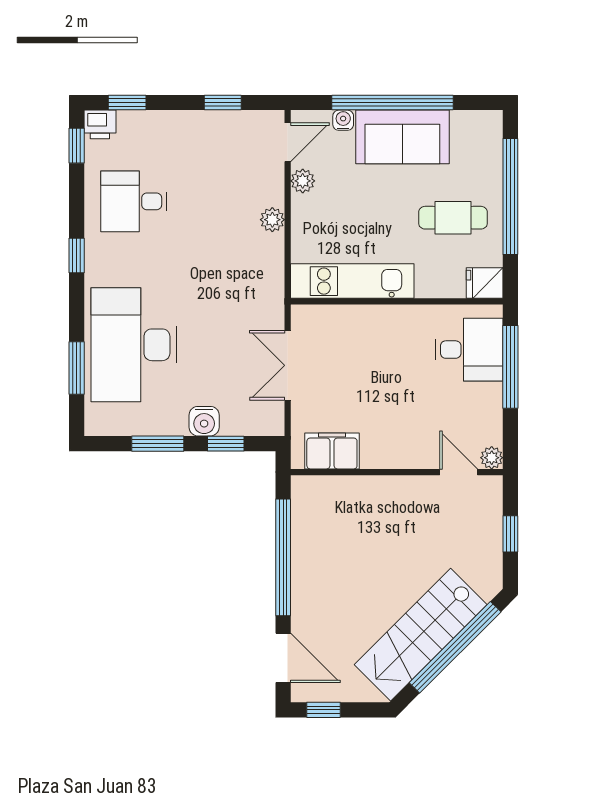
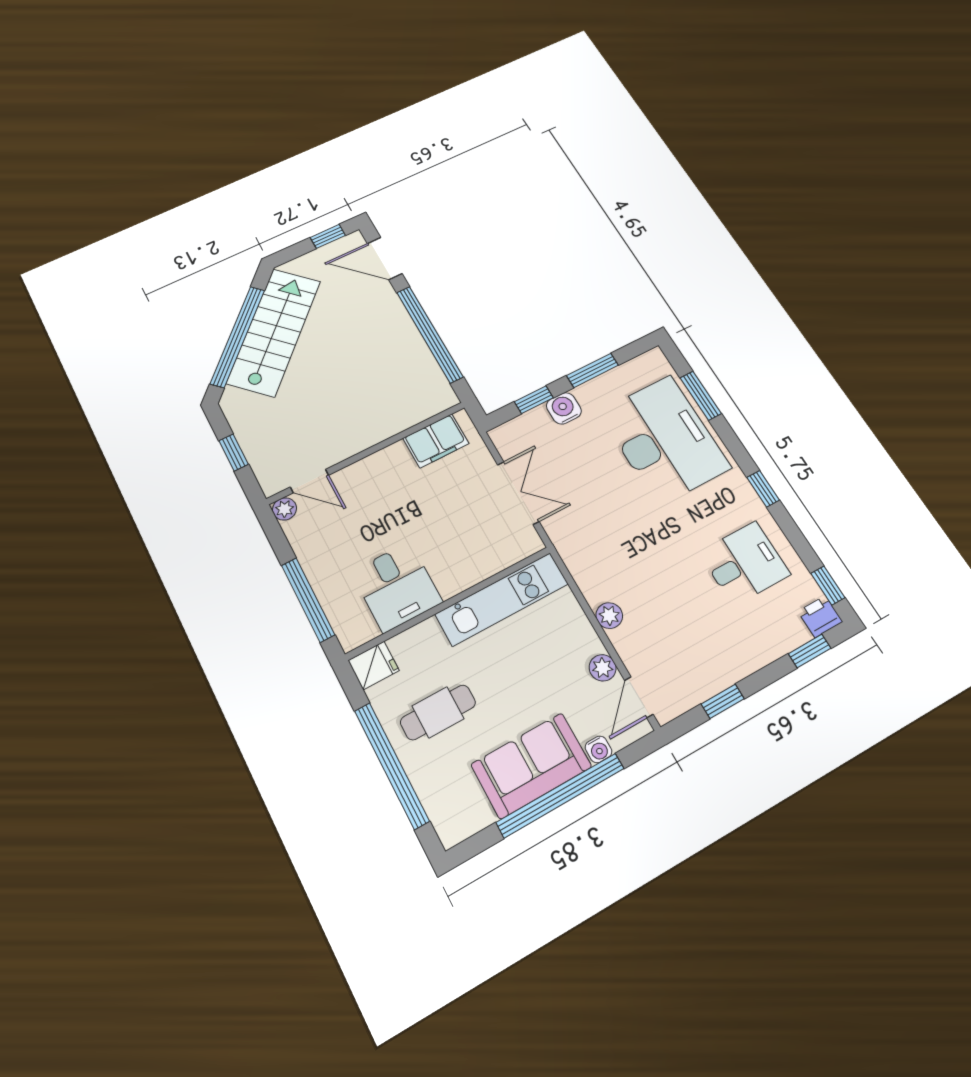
desk: (469, 350) -> (397, 587), moved, turned -90

